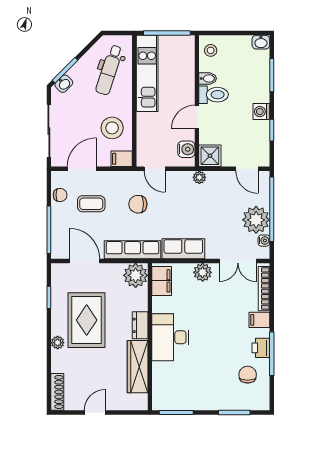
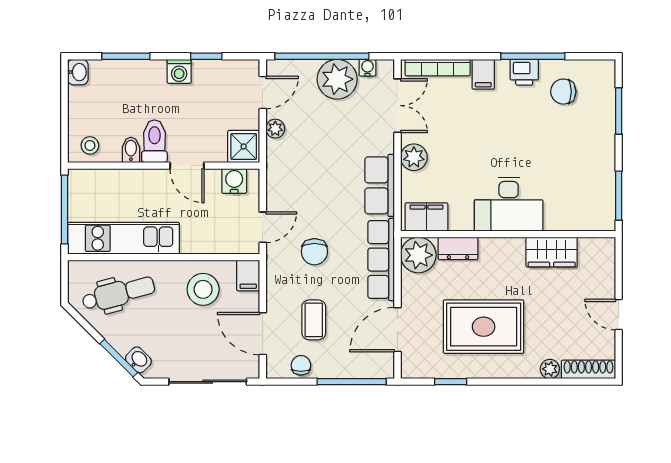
dental chair: (109, 70) -> (118, 294), turned -33
plant: (199, 177) -> (275, 129), moved
dresser: (140, 325) -> (458, 248), moved
plant: (58, 343) -> (550, 369), moved
wardrobe: (138, 367) -> (552, 252), width x0.67

